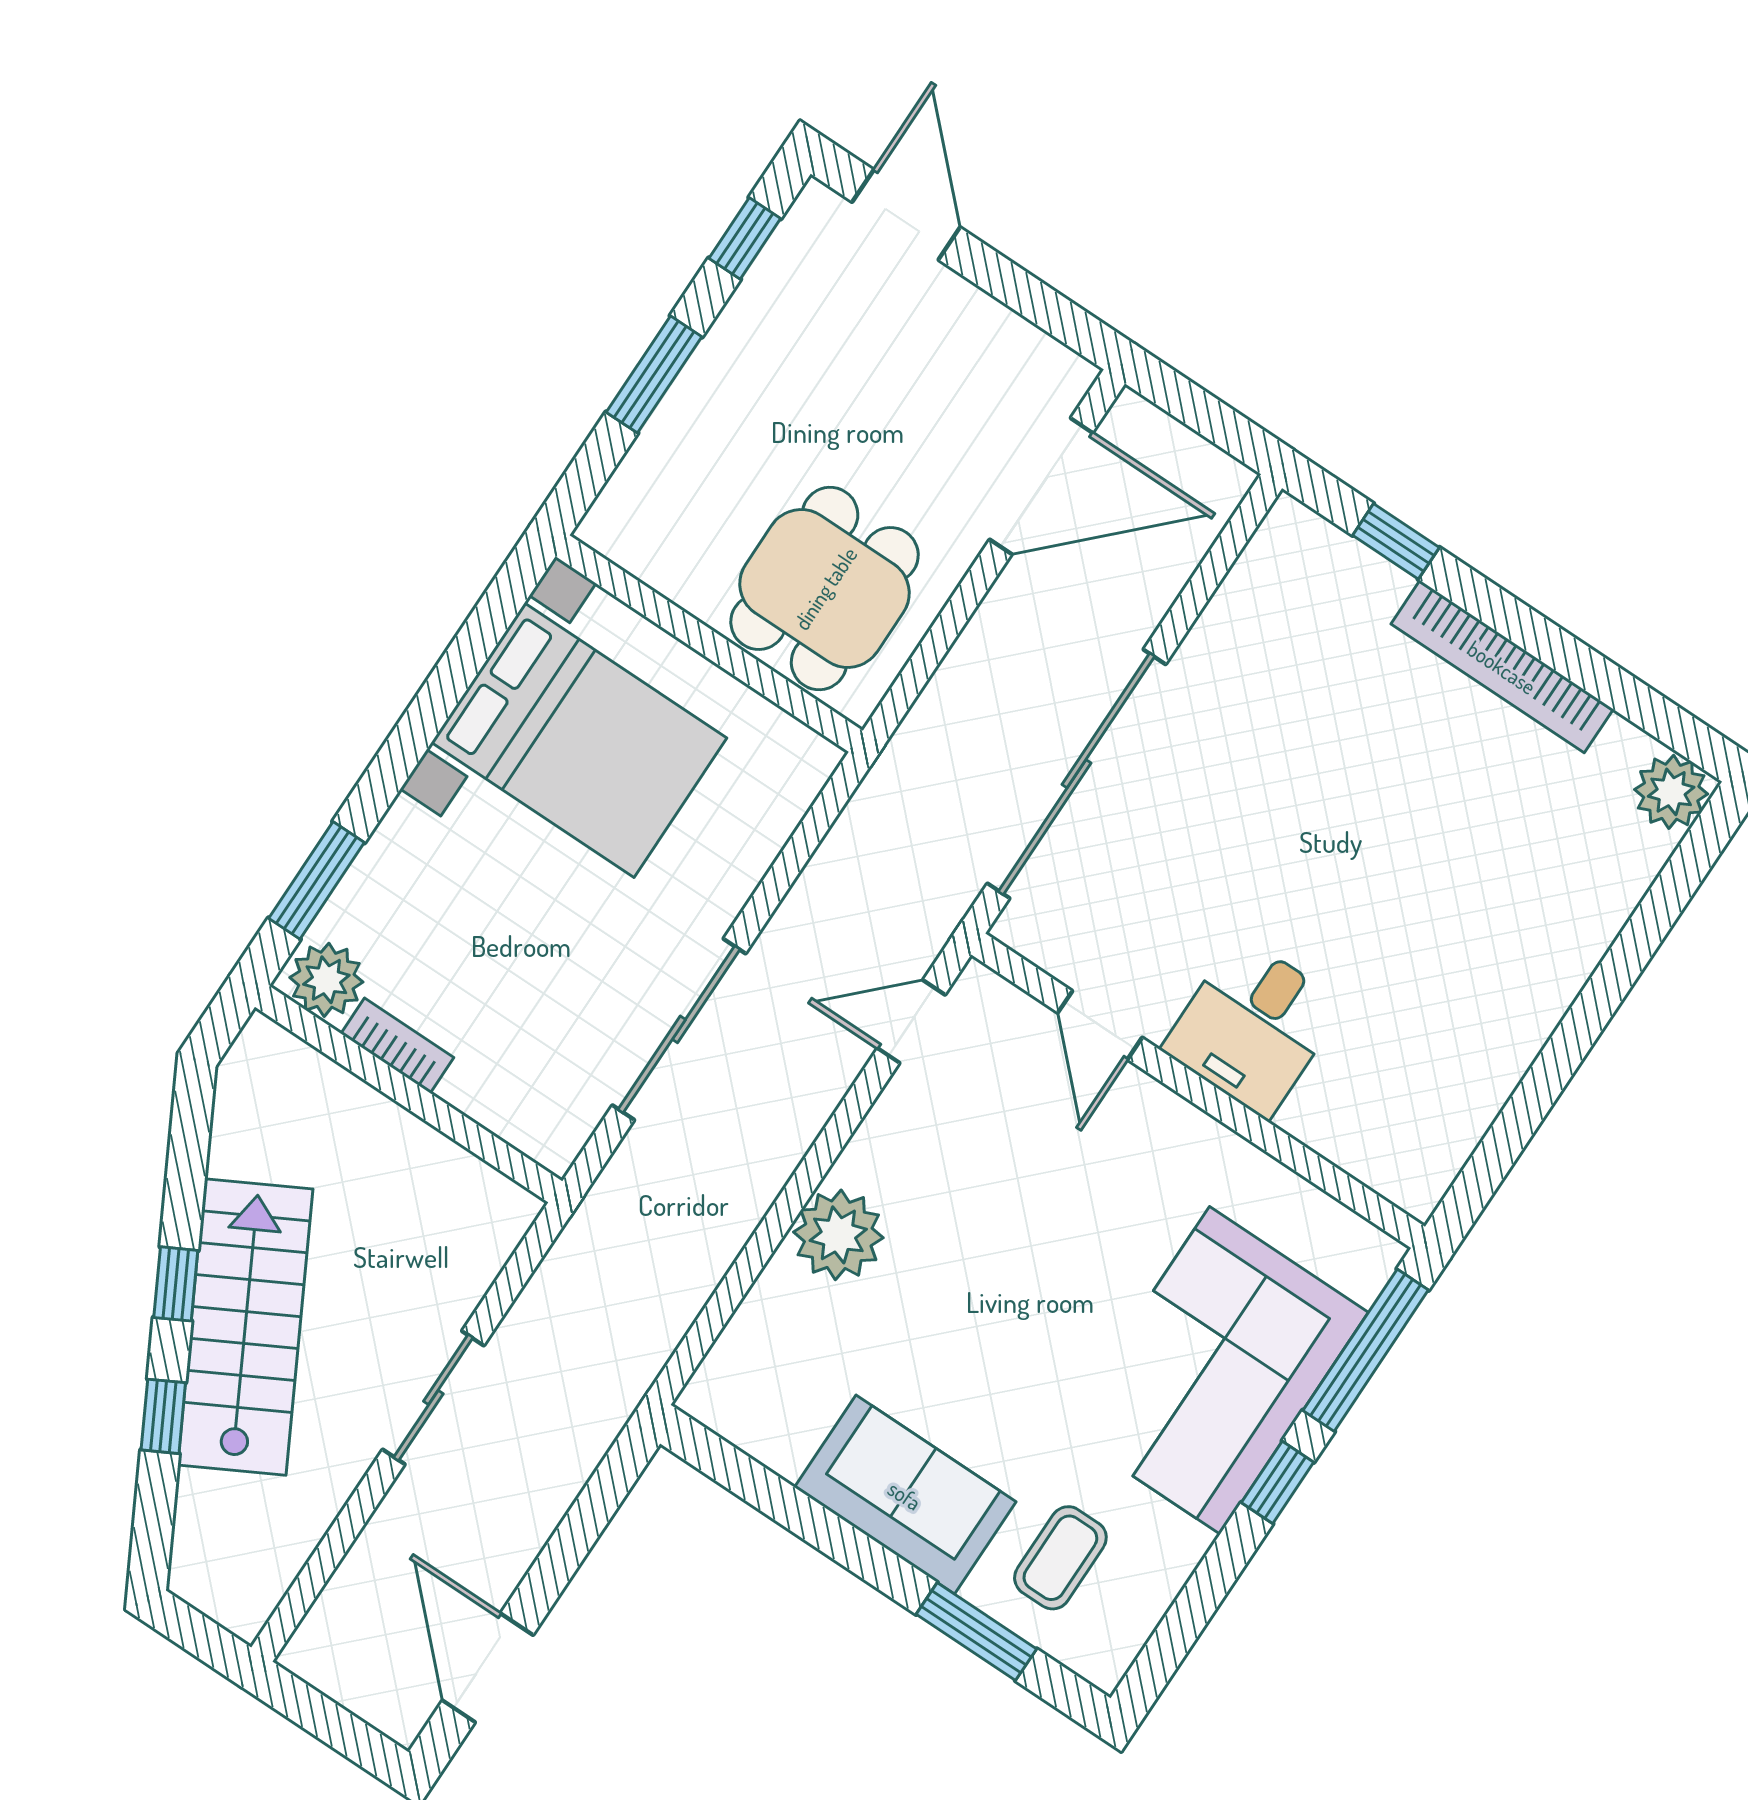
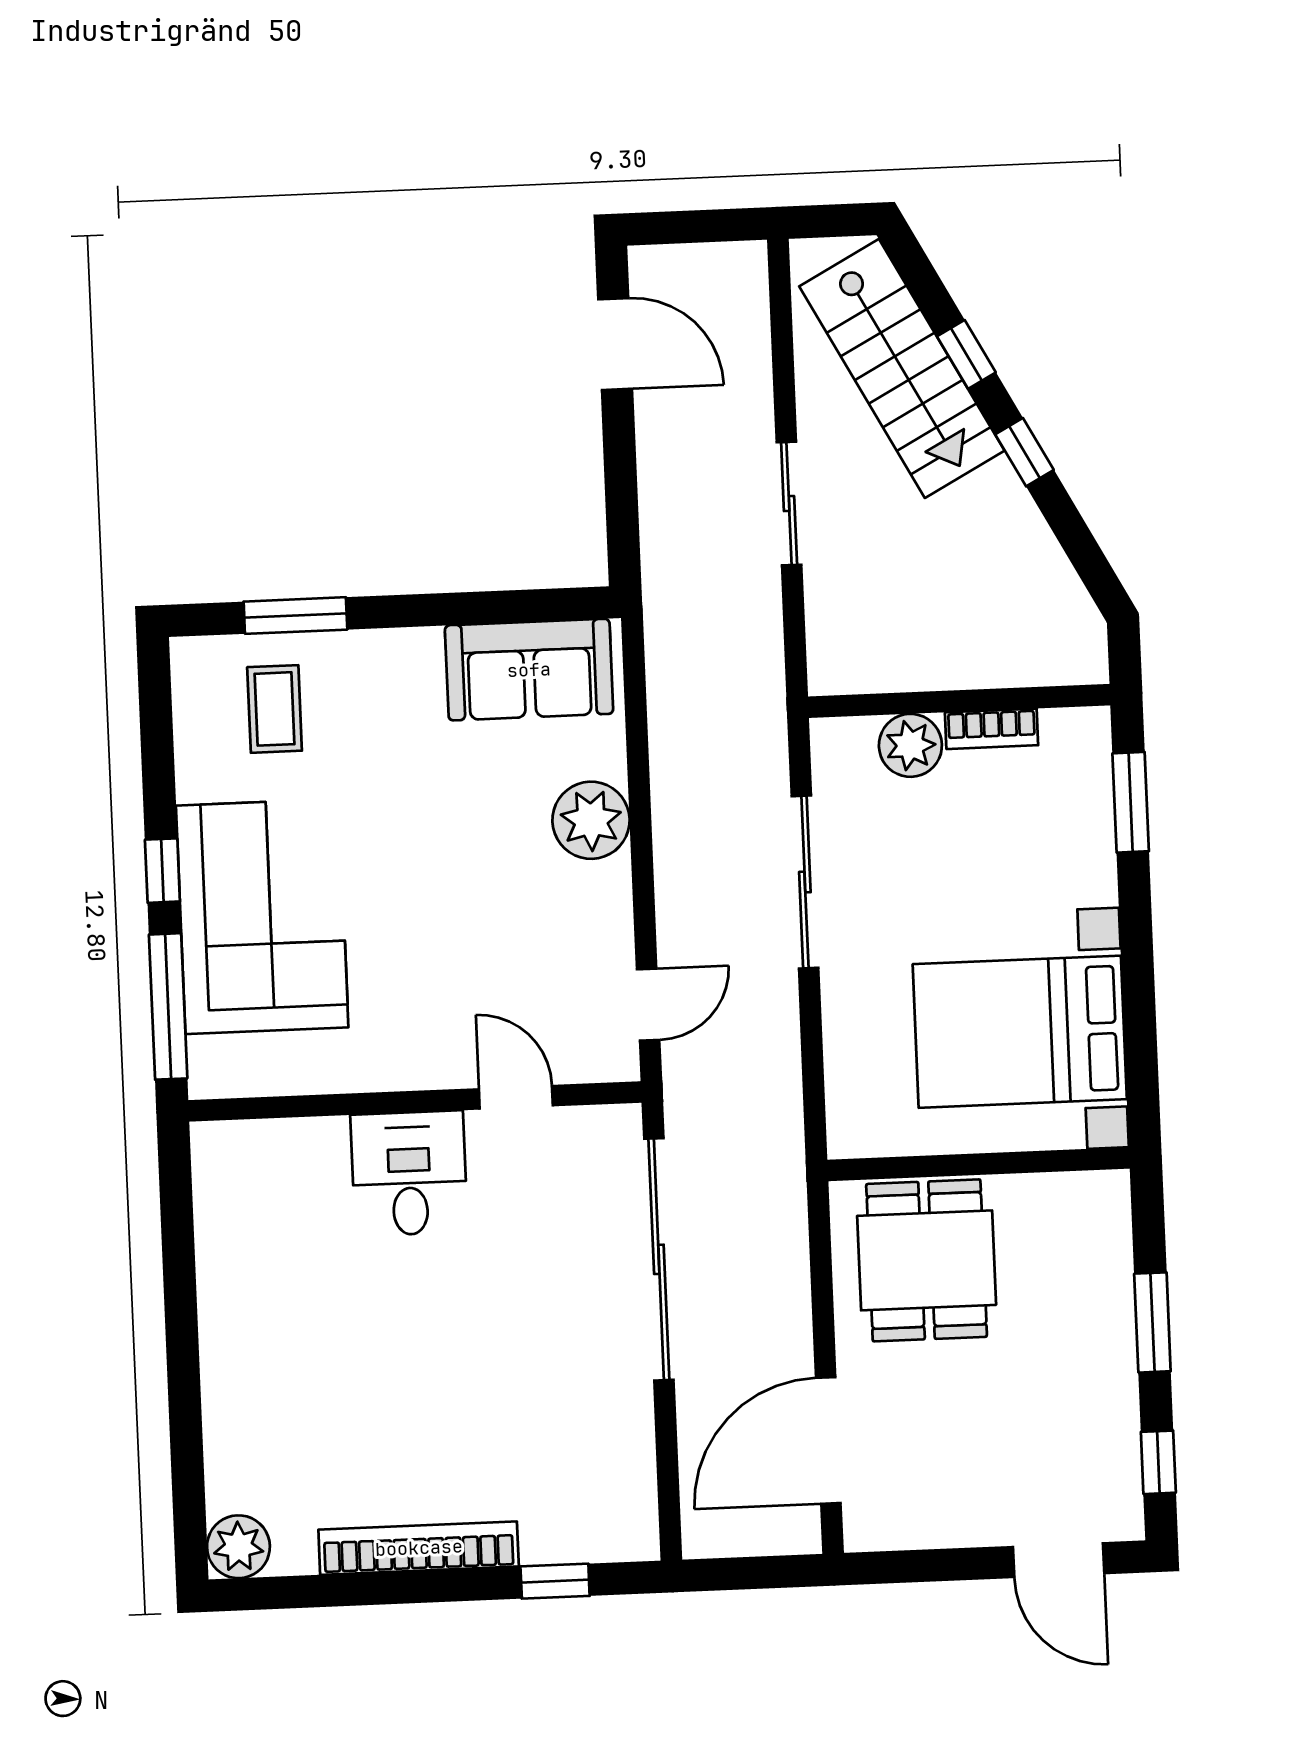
plant: (326, 980) -> (910, 745), moved
stairs: (245, 1327) -> (902, 368), moved
sofa: (905, 1495) -> (529, 670), moved

